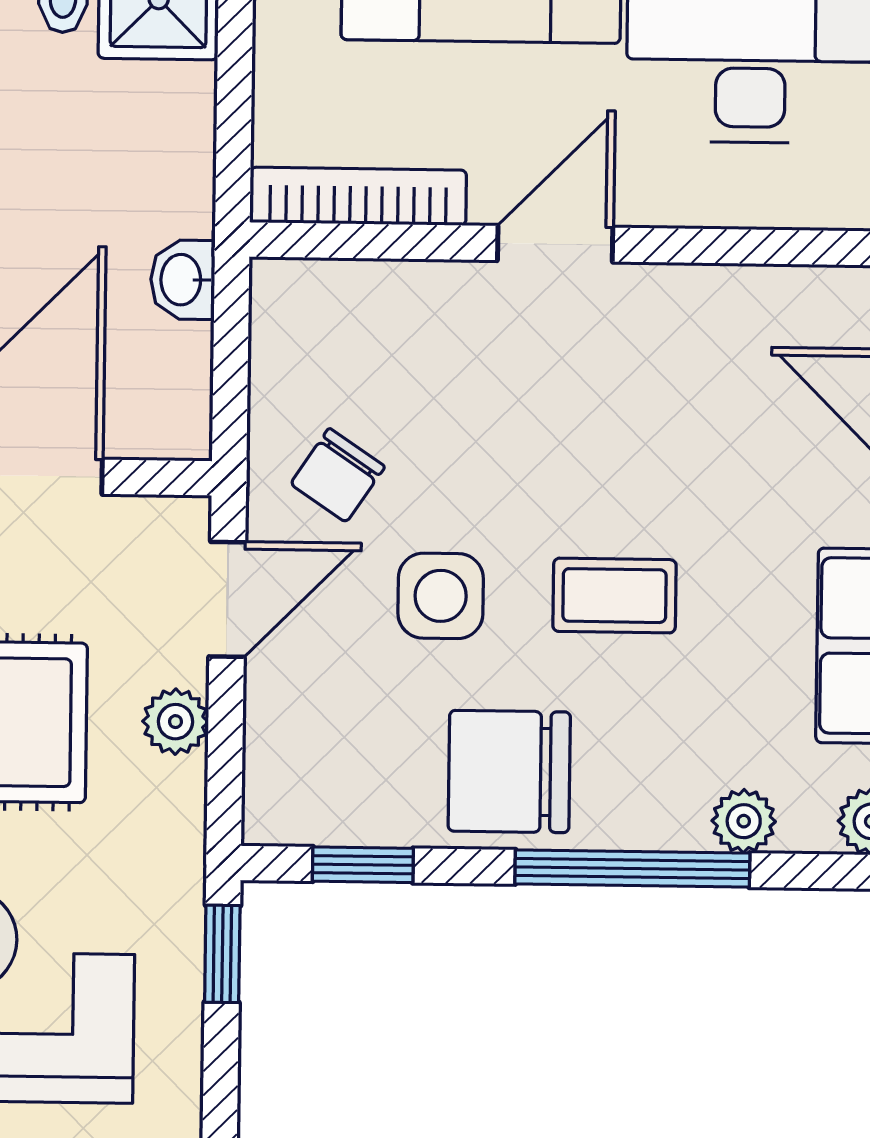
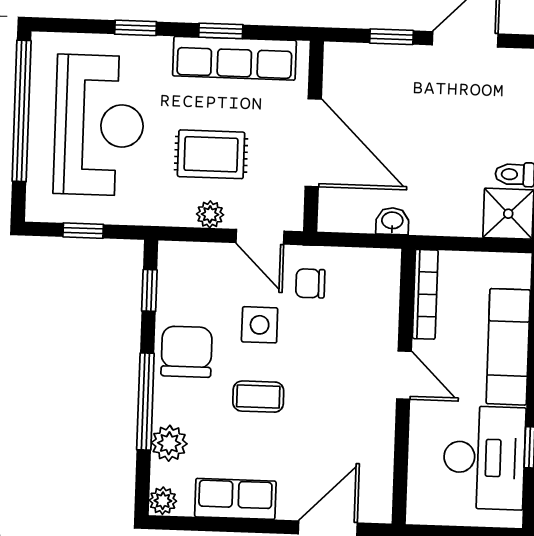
chair: (338, 475) -> (310, 283), turned -34
coffee table: (614, 596) -> (258, 397), turned 90
plant: (744, 821) -> (169, 443), width x1.38, depth x1.38
window: (222, 954) -> (83, 231), moved

